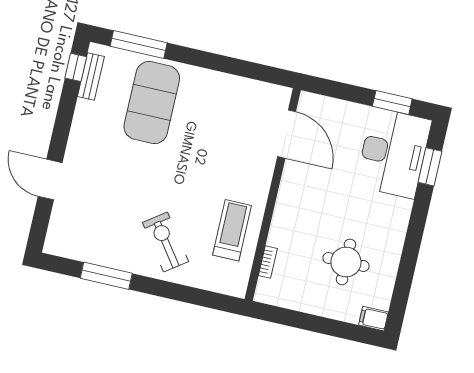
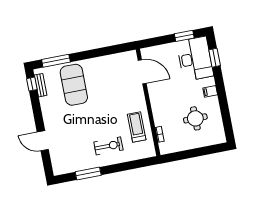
exercise bike: (165, 242) -> (108, 146), turned 126
filing cabinet: (373, 319) -> (210, 91), moved

